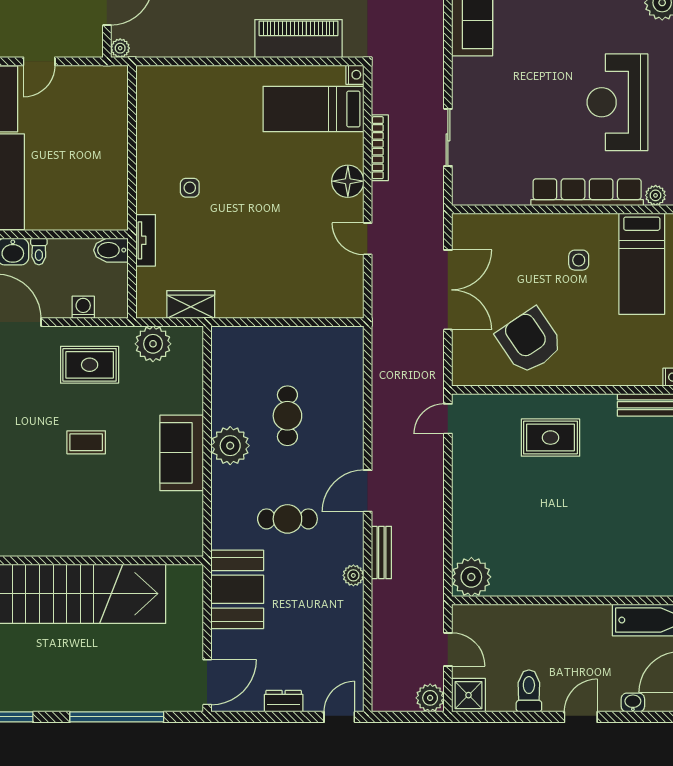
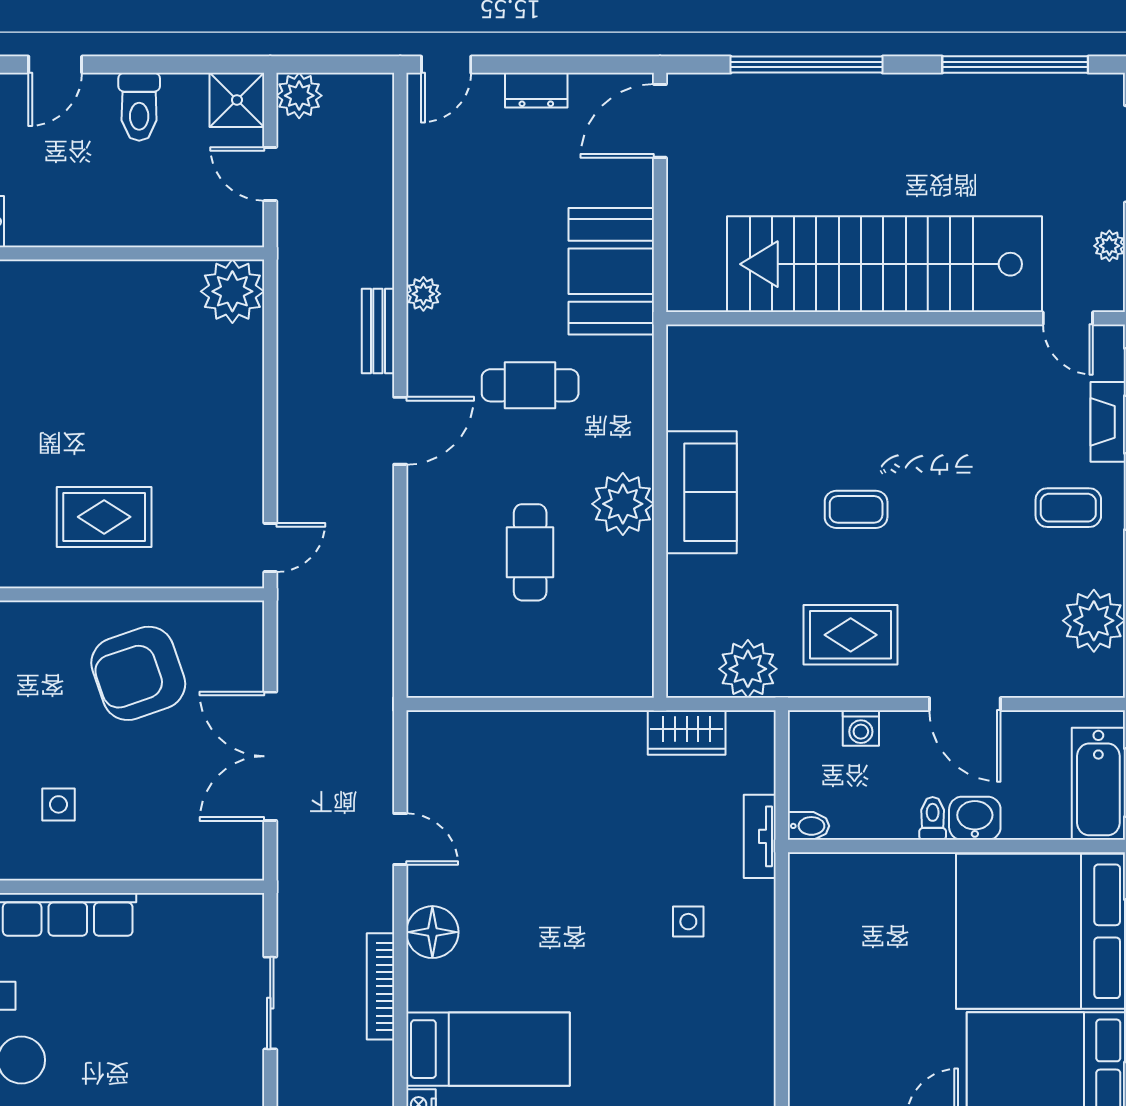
bidet: (111, 250) -> (809, 826), width x0.72, depth x0.74
armchair: (529, 341) -> (138, 673), turned 105

